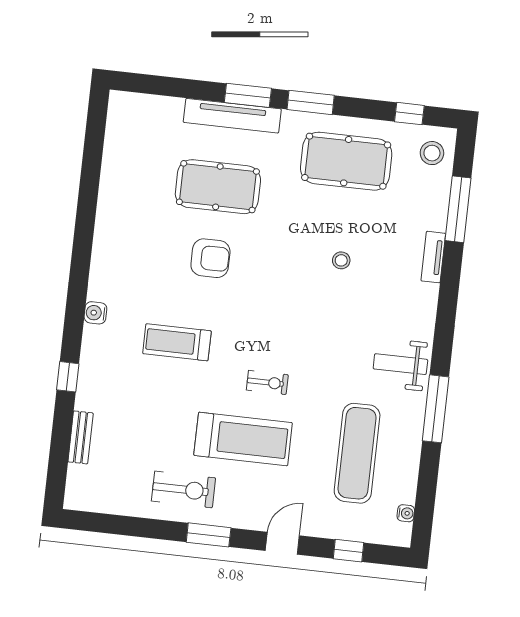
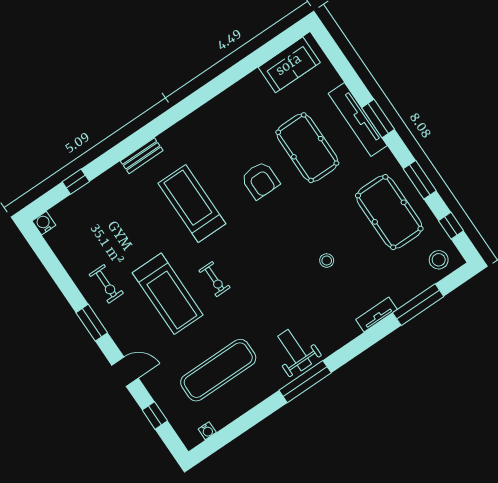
window: (311, 102) -> (420, 180), moved
sofa: (124, 136) -> (289, 65), added
water cooler: (95, 313) -> (44, 223), moved
treadmill: (177, 342) -> (192, 204), width x1.37, depth x1.38
window: (68, 377) -> (76, 182), moved
window: (436, 409) -> (305, 382), moved
bench: (81, 437) -> (142, 156), moved
exercise bike: (184, 489) -> (106, 284), width x0.73, depth x0.72

